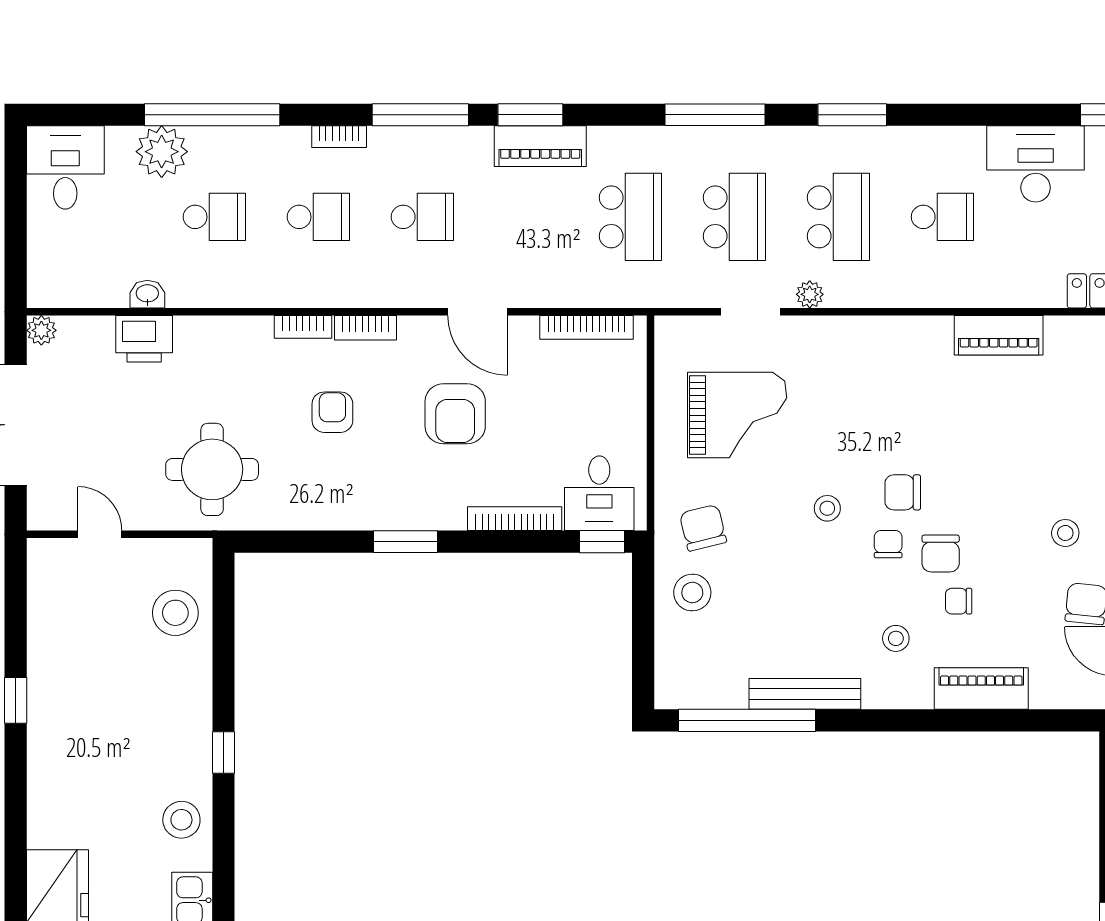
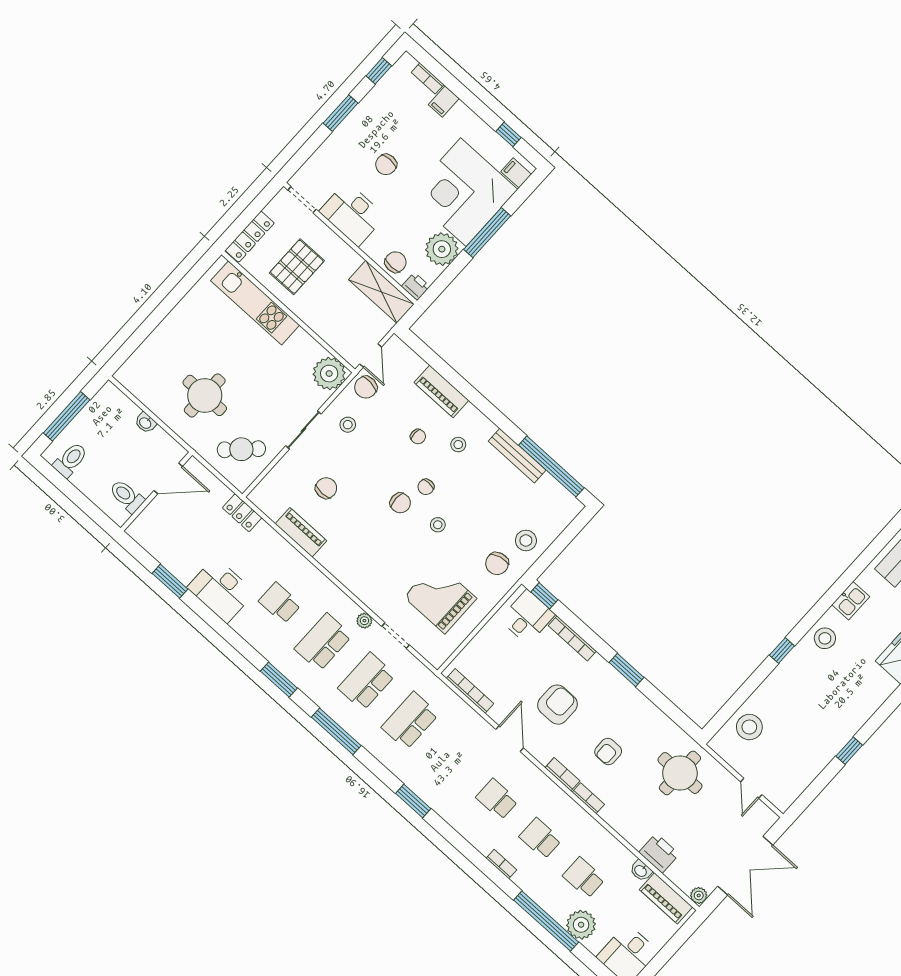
window: (420, 115) -> (459, 843), removed
piano: (540, 146) -> (666, 898), moved, turned 180
chair: (941, 554) -> (326, 488), moved

